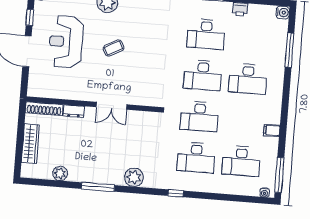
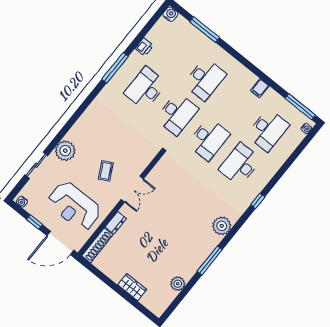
desk: (206, 34) -> (146, 88), turned 180
wall: (93, 104) -> (121, 204), moved
double door: (112, 106) -> (132, 189), moved
shoe rack: (44, 109) -> (97, 245), moved
dresser: (74, 111) -> (116, 223), moved
wardrobe: (30, 144) -> (132, 287), width x0.67
desk: (196, 157) -> (240, 165), turned 180

